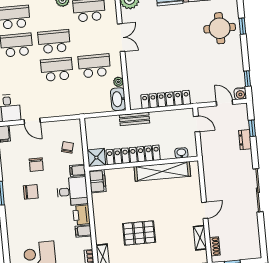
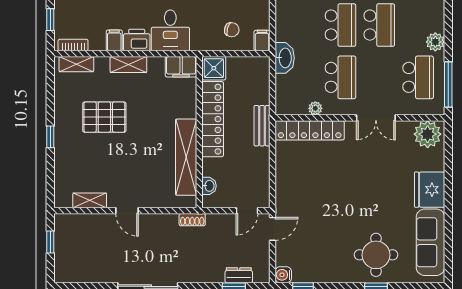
washbasin: (118, 99) -> (285, 58), moved, turned 90
locker: (166, 99) -> (310, 130), moved, turned 90
door: (224, 103) -> (272, 229), moved
dresser: (245, 140) -> (239, 275), moved
filing cabinet: (78, 170) -> (262, 41), moved
shelving: (100, 219) -> (128, 65), added
pallet: (139, 233) -> (104, 117), turned 90
shoe rack: (215, 246) -> (192, 220), moved

